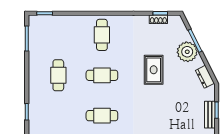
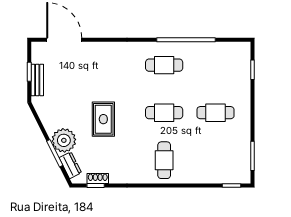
cafe table: (58, 75) -> (215, 113), turned 90
dresser: (205, 77) -> (70, 165), moved
bench: (210, 115) -> (37, 80), moved

